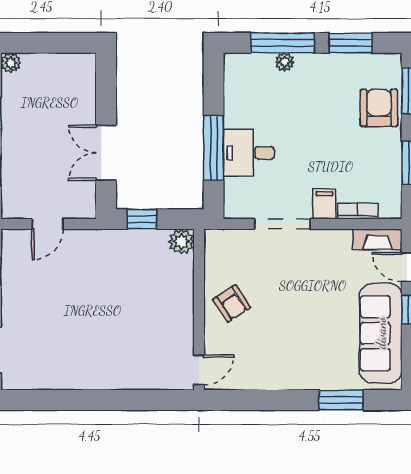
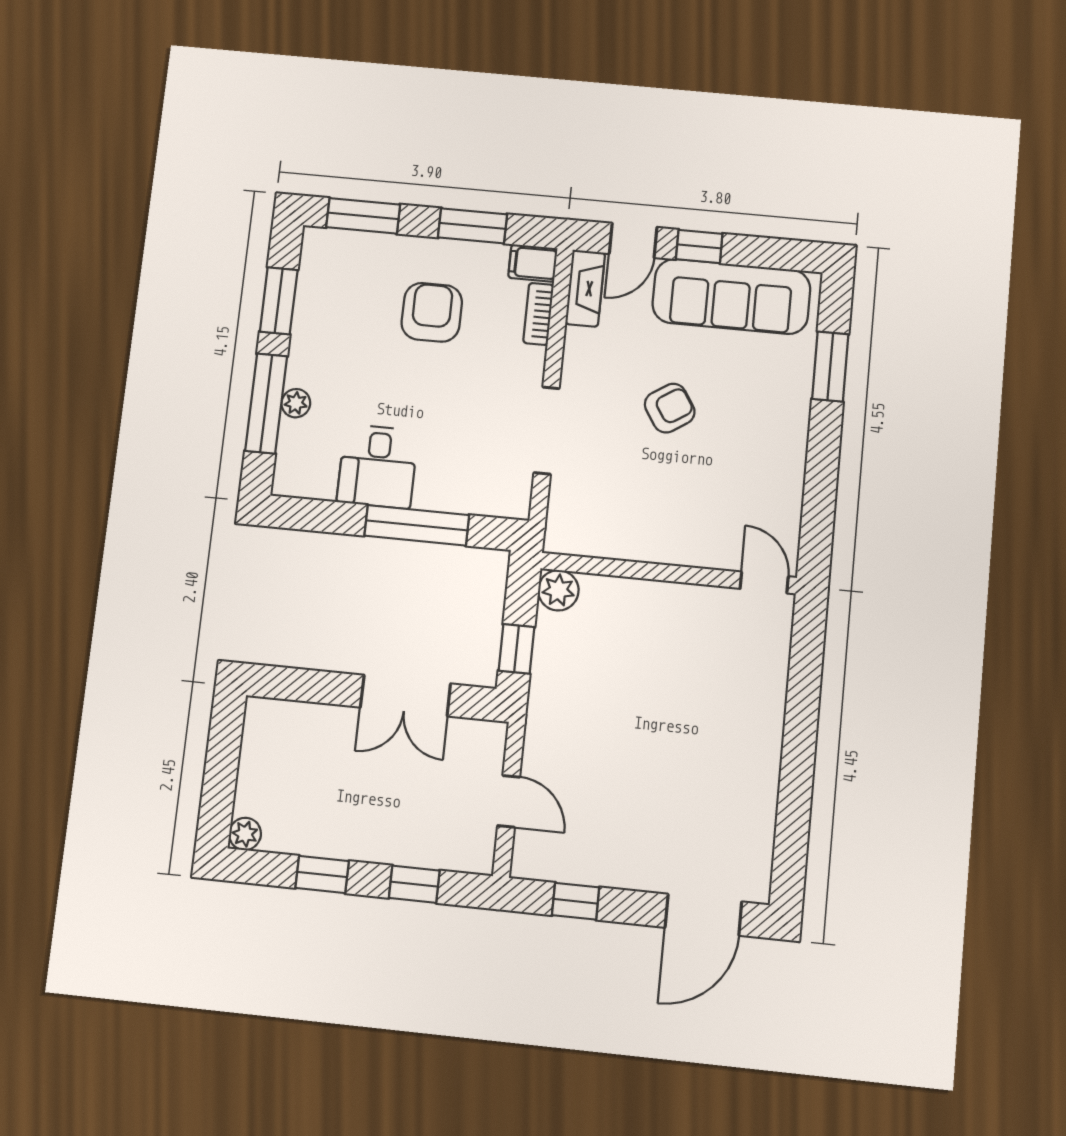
armchair: (379, 108) -> (432, 312), moved, turned 90
desk: (249, 153) -> (378, 466), moved
filing cabinet: (325, 204) -> (533, 263), moved
armchair: (232, 303) -> (670, 408), moved

